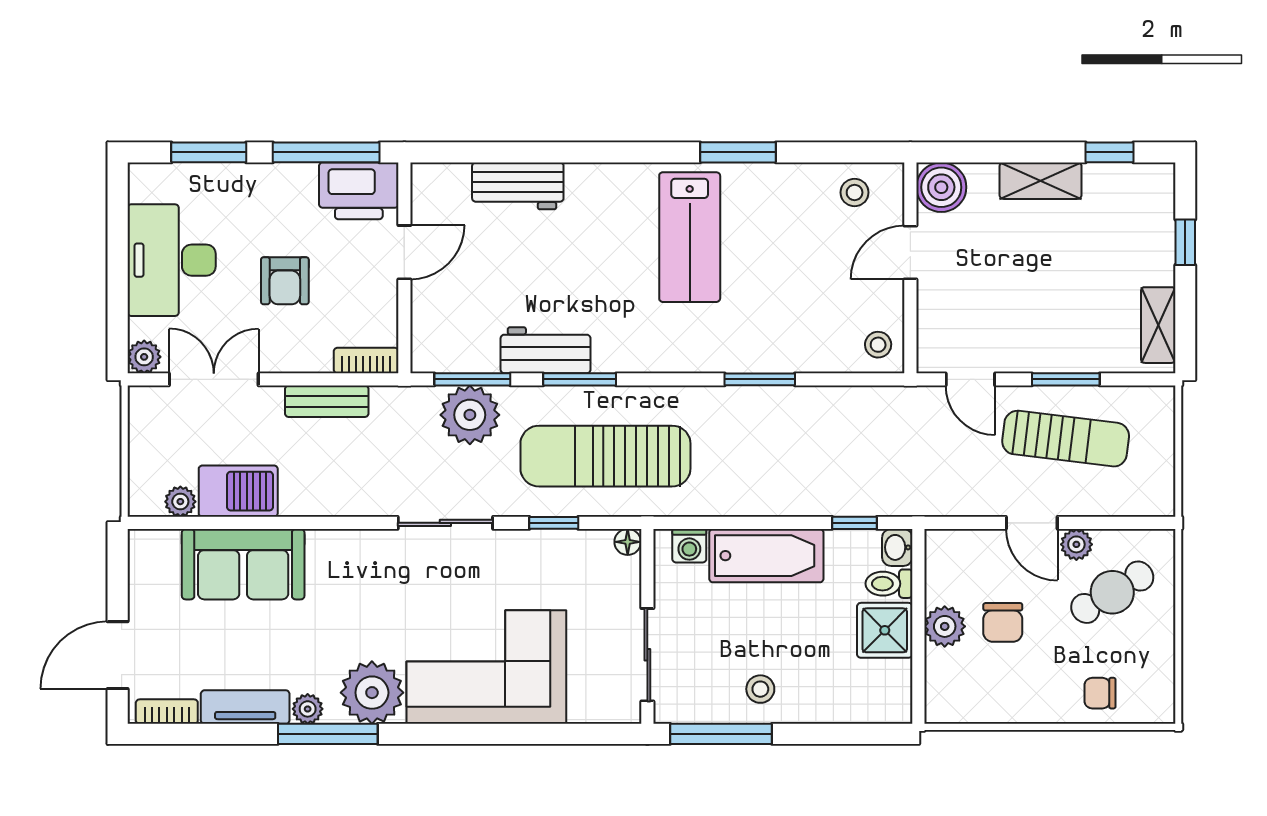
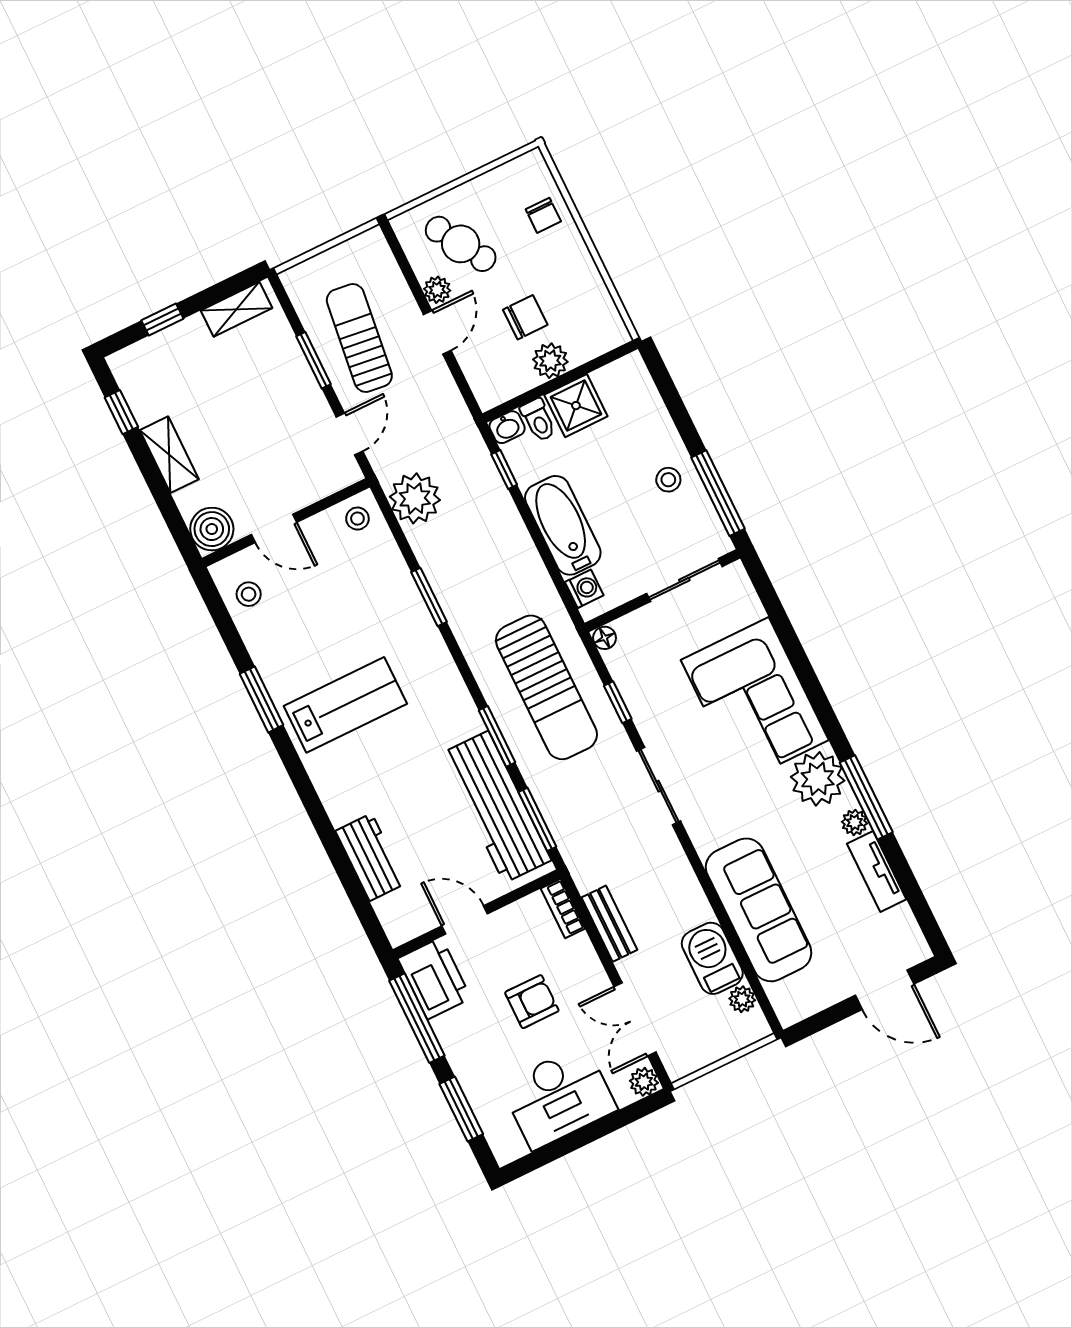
workbench: (546, 350) -> (496, 807), width x1.88, depth x1.32
plant: (470, 415) -> (415, 498), moved
sofa: (243, 564) -> (759, 910), width x1.36
bookcase: (167, 712) -> (910, 930), removed

